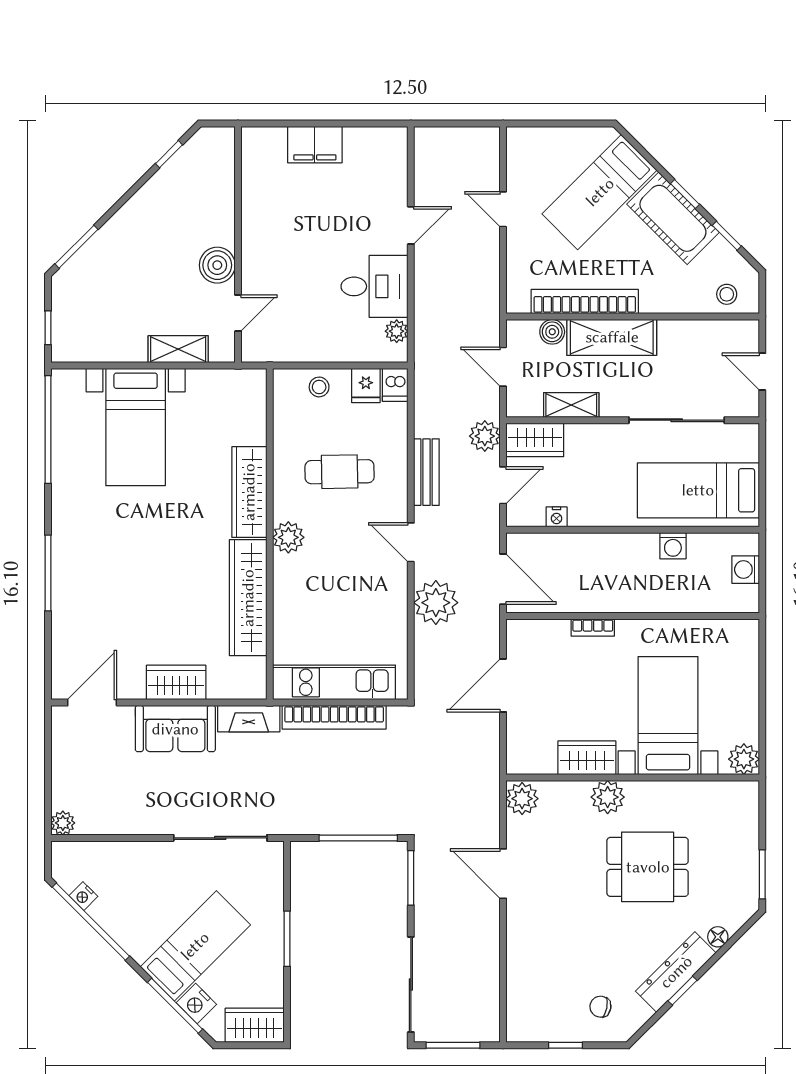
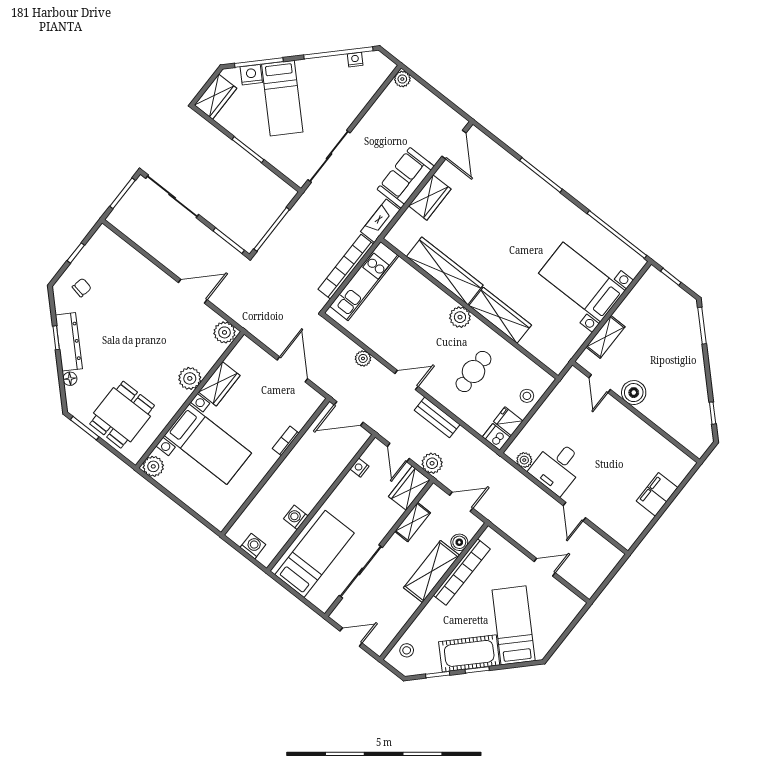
plant: (436, 603) -> (363, 358), width x0.53, depth x0.53
dining table: (648, 867) -> (122, 415), moved

